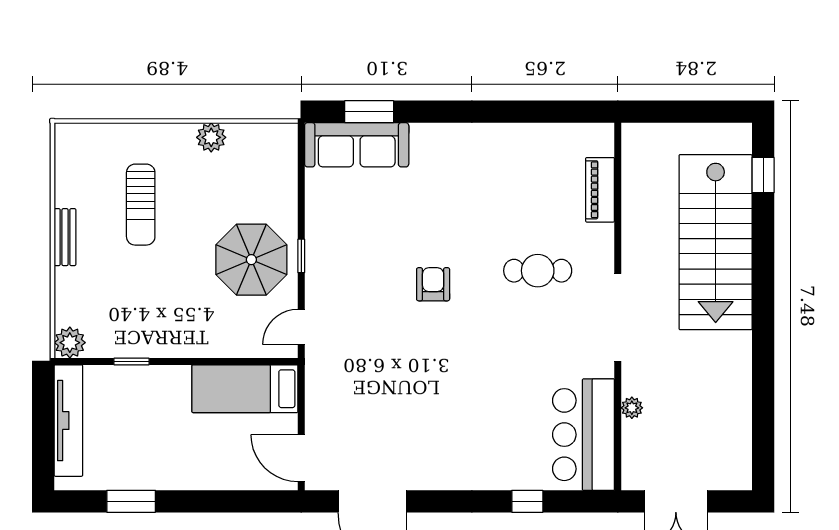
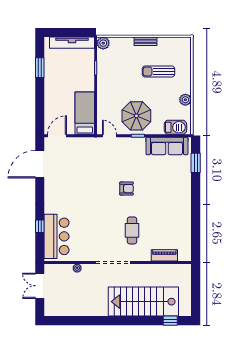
sofa: (357, 145) -> (167, 146), moved, turned -90
barbecue: (280, 162) -> (175, 127), added
bar counter: (584, 435) -> (56, 236), moved, turned 90

